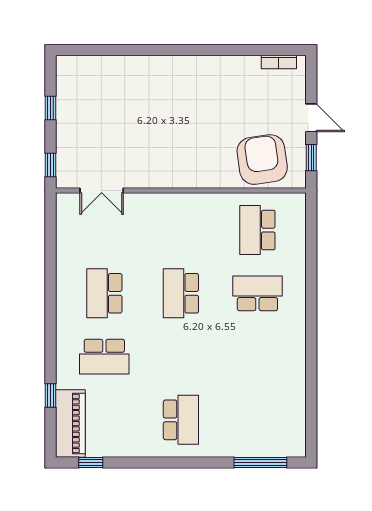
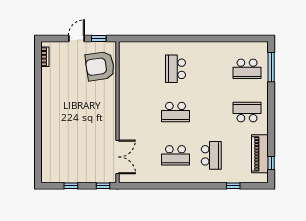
double door: (102, 190) -> (117, 157), width x1.37
school desk: (257, 230) -> (247, 69), moved
piano: (70, 424) -> (260, 154), moved, turned -90

